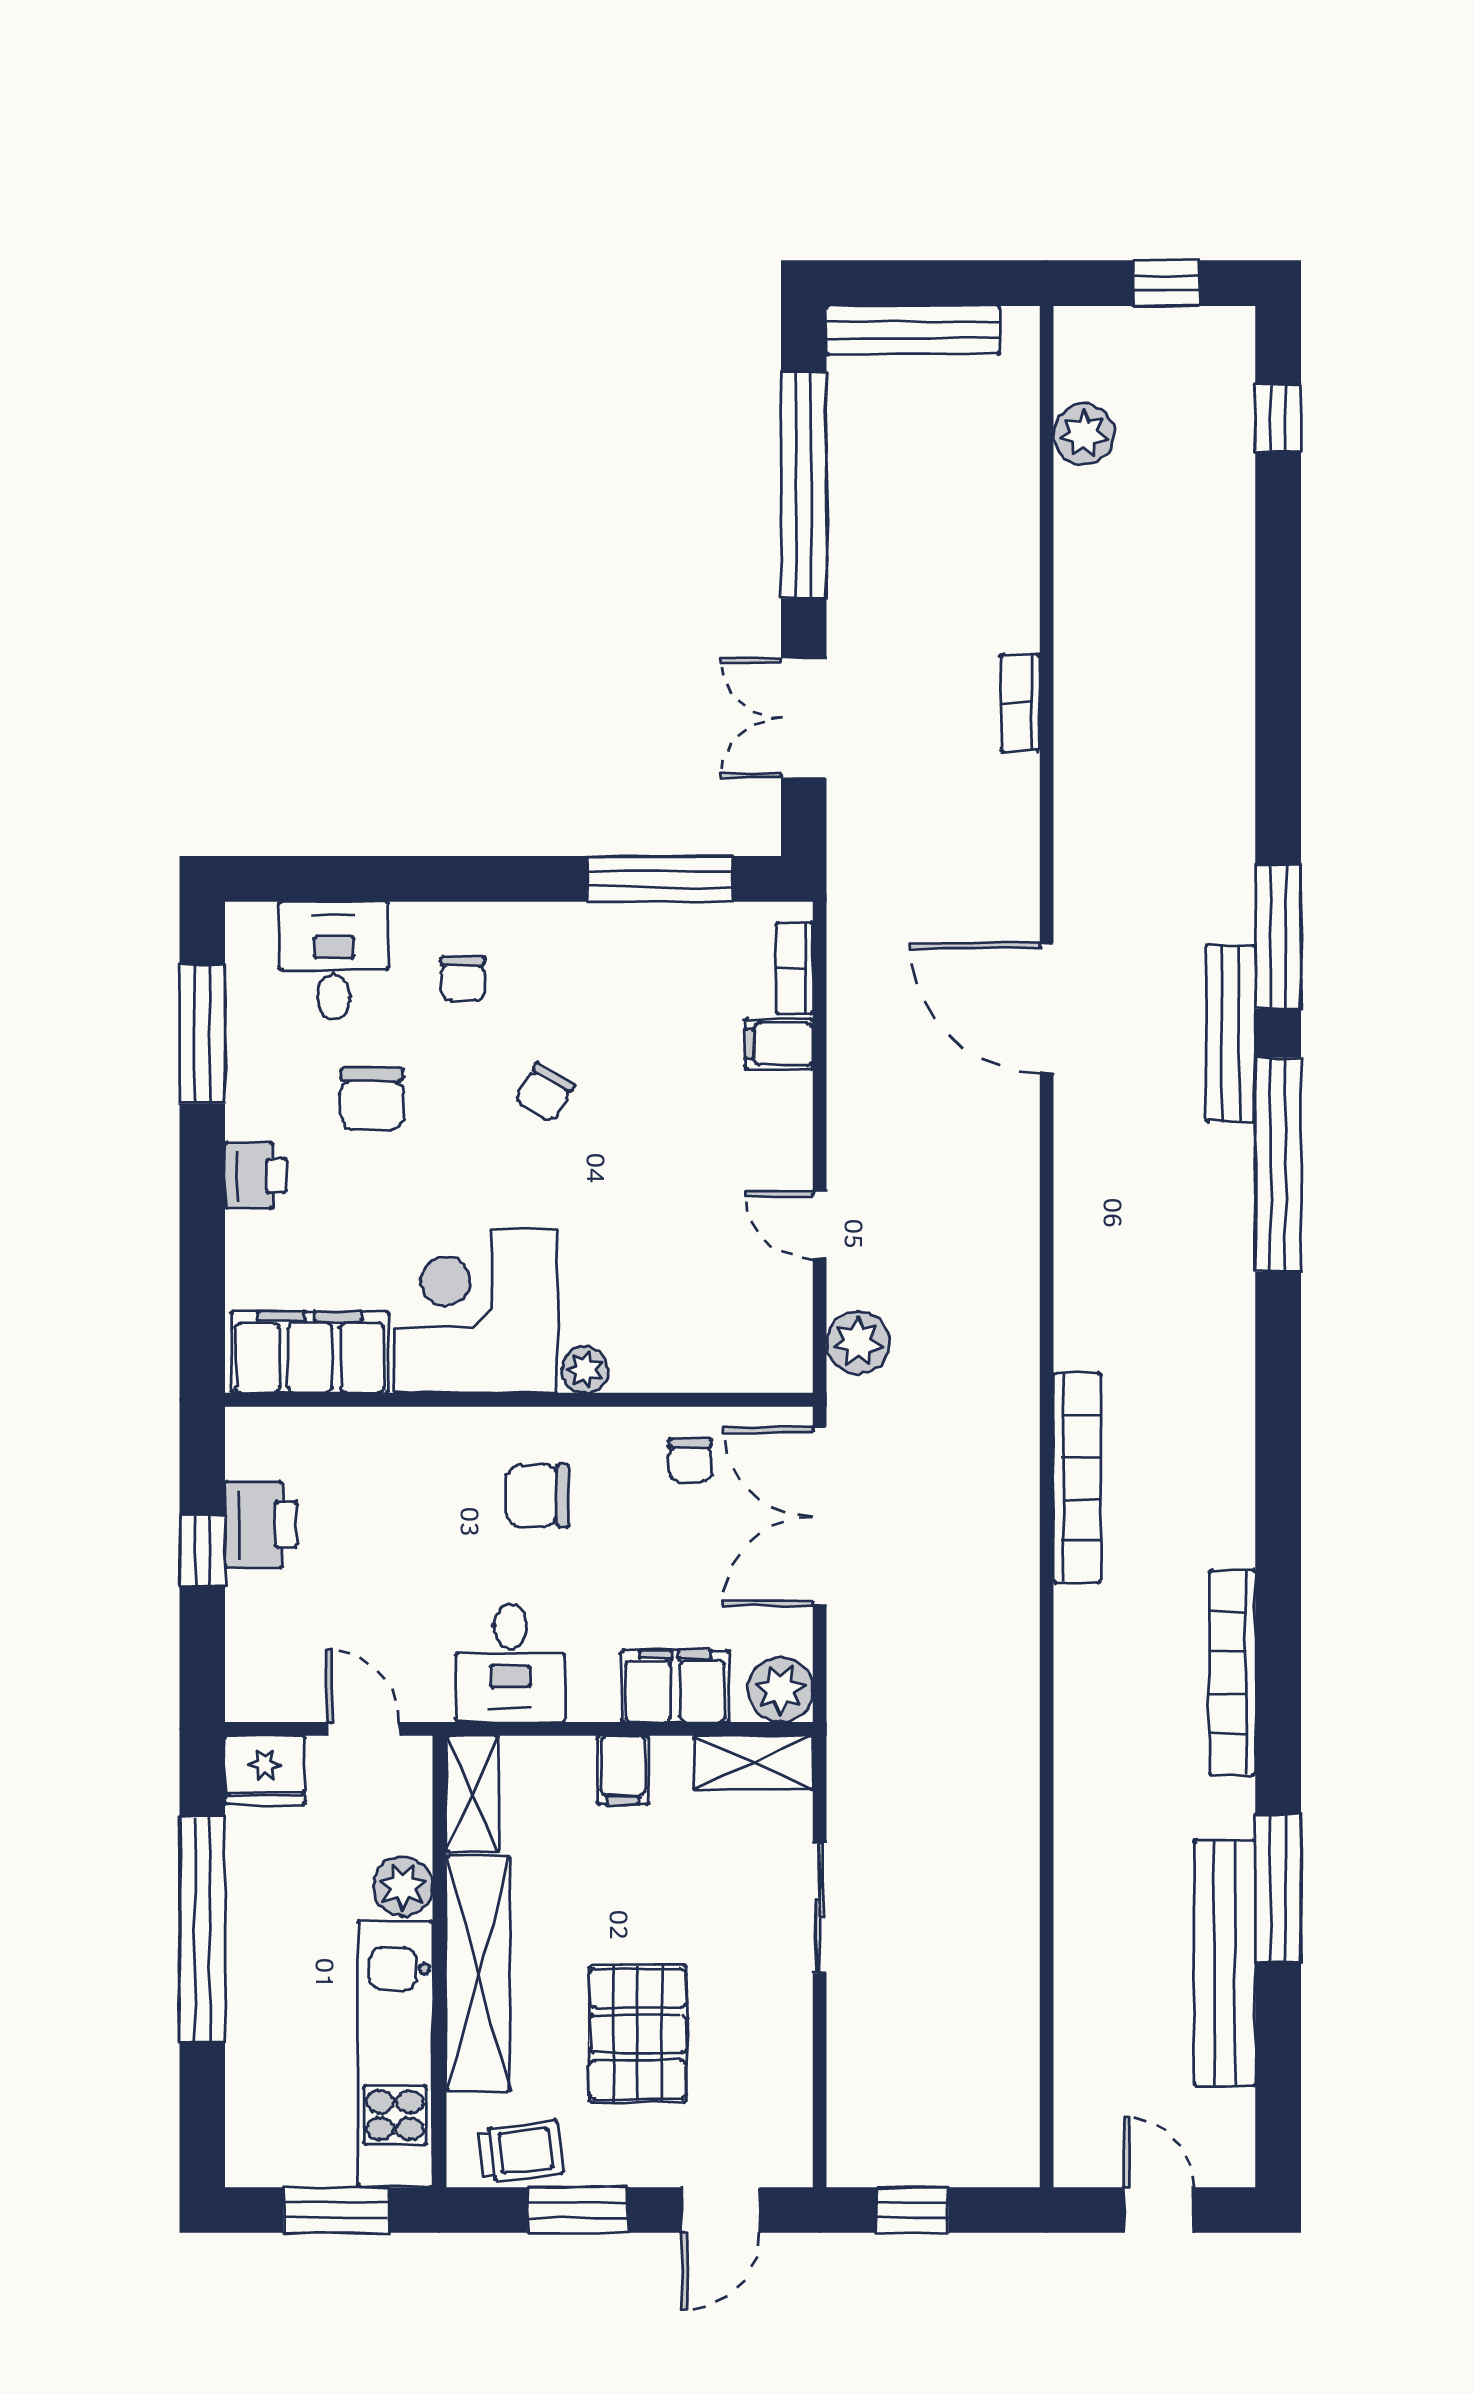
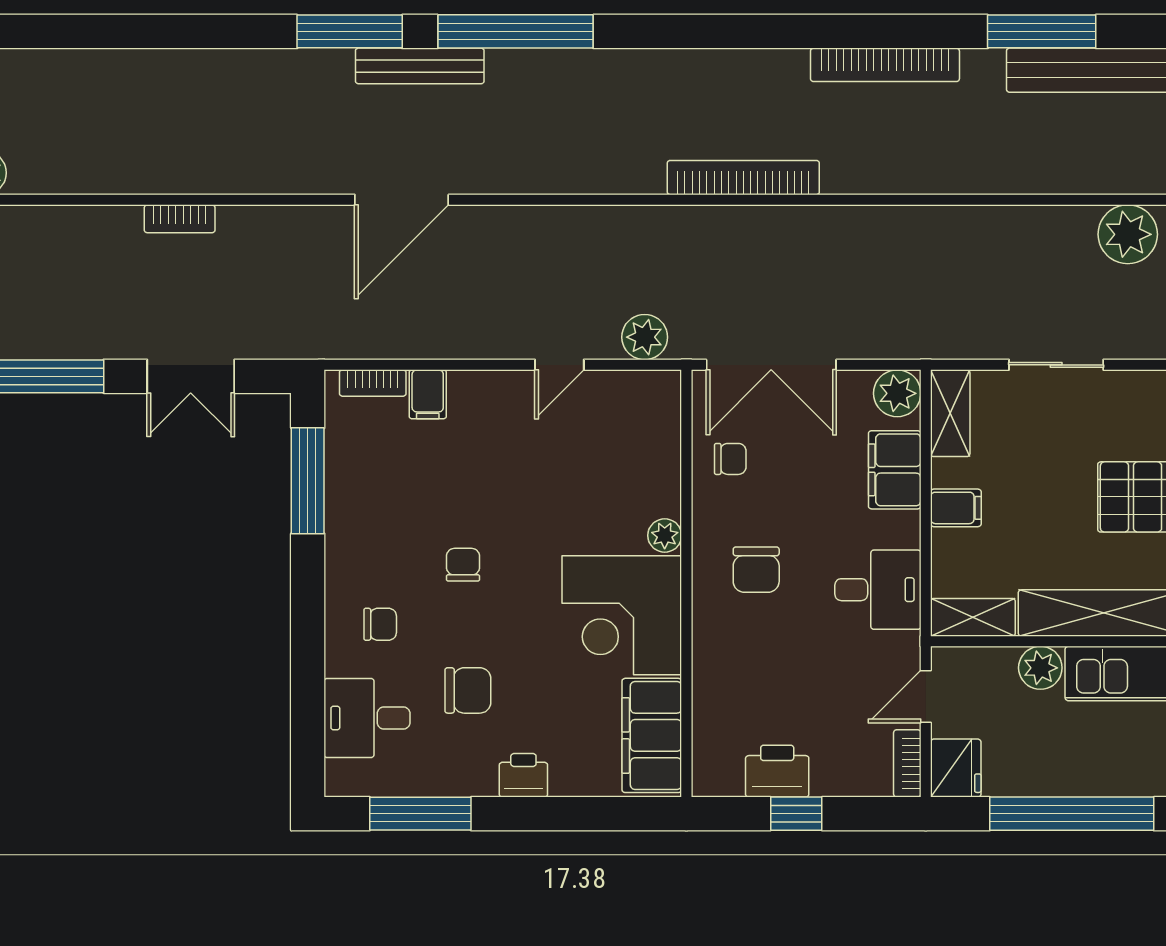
chair: (545, 1092) -> (463, 565), turned -121
bookcase: (271, 1703) -> (907, 763), added
plant: (999, 2007) -> (1128, 234), added

